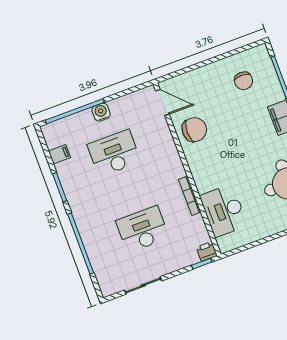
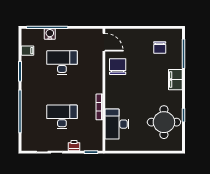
water cooler: (101, 112) -> (50, 34), moved
chair: (194, 130) -> (118, 67), turned -90
printer: (207, 252) -> (74, 146), moved

